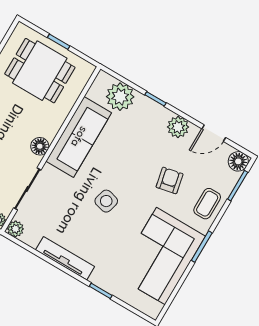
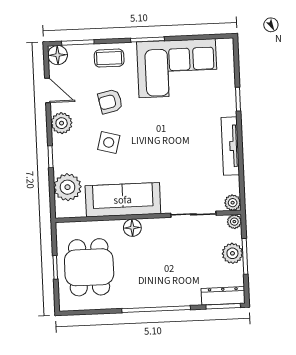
floor lamp: (40, 146) -> (132, 228), moved
side table: (106, 201) -> (109, 142), moved

